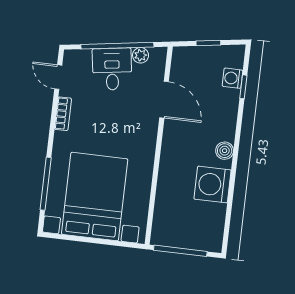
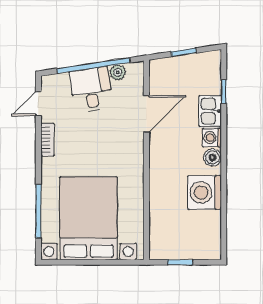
door: (58, 77) -> (38, 104), hinge flipped
washing machine: (232, 78) -> (212, 138), moved
door: (164, 100) -> (146, 114), hinge flipped
kitchen sink: (228, 104) -> (210, 111), added
window: (180, 251) -> (180, 262), width x0.46

